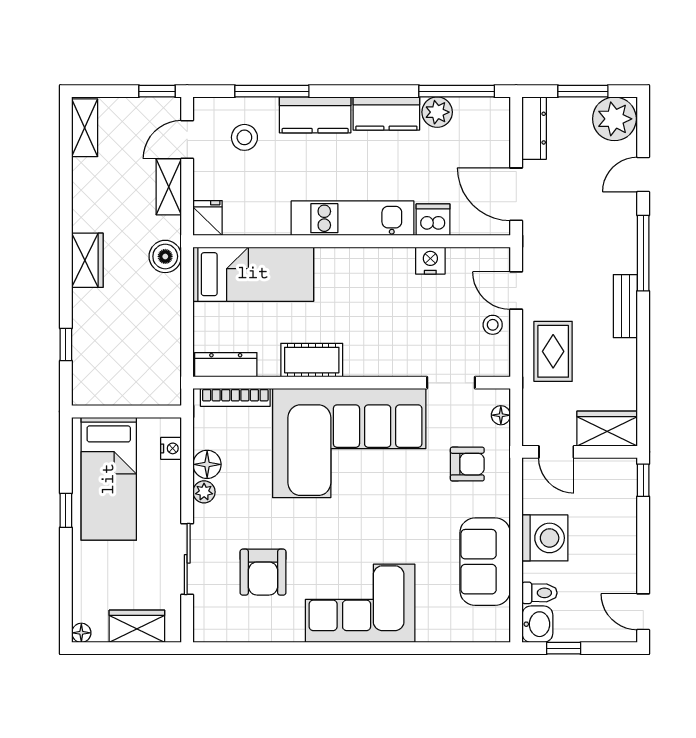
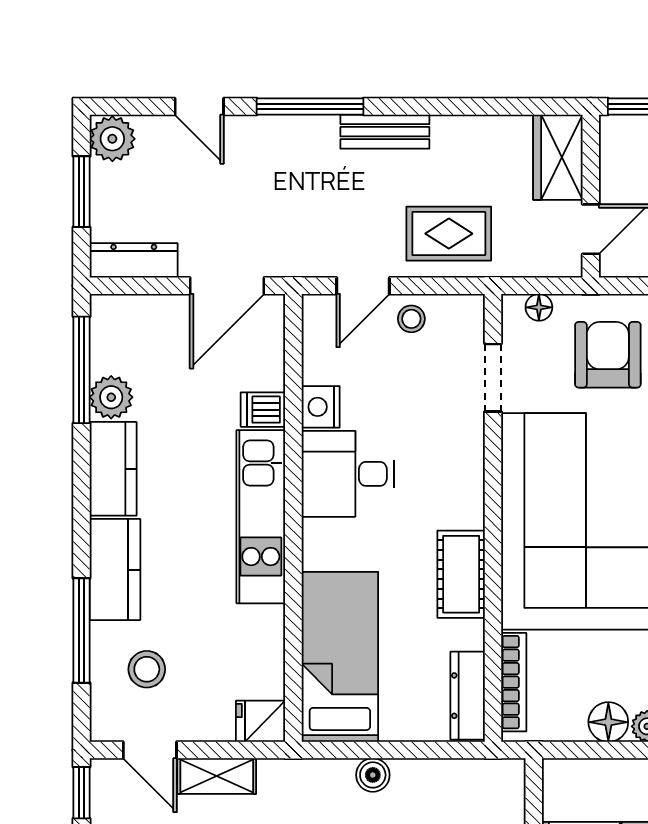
plant: (614, 119) -> (112, 139), width x0.73, depth x0.73
dishwasher: (433, 220) -> (263, 410), width x0.73
boiler: (165, 256) -> (373, 775), moved, width x0.73, depth x0.73
desk: (383, 280) -> (348, 474), added
nightstand: (171, 448) -> (586, 773), removed
armchair: (467, 464) -> (608, 355), width x1.38, depth x1.38

